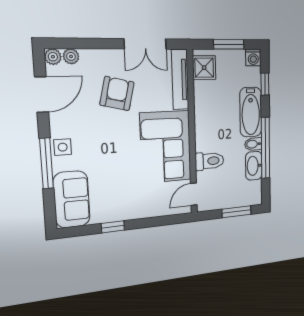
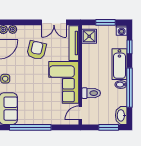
washbasin: (254, 166) -> (121, 115), moved
window: (113, 227) -> (30, 127), width x3.17

